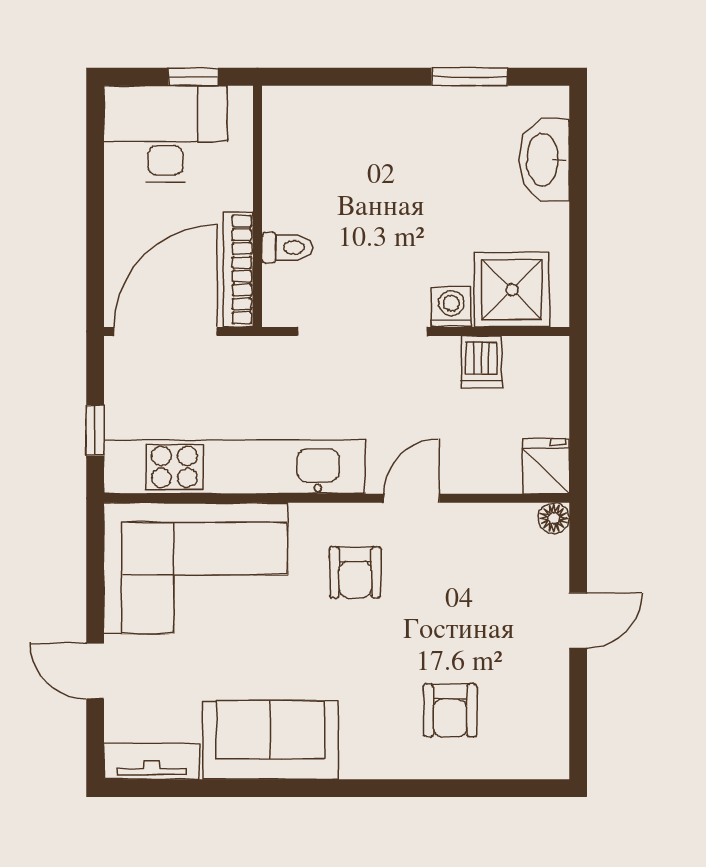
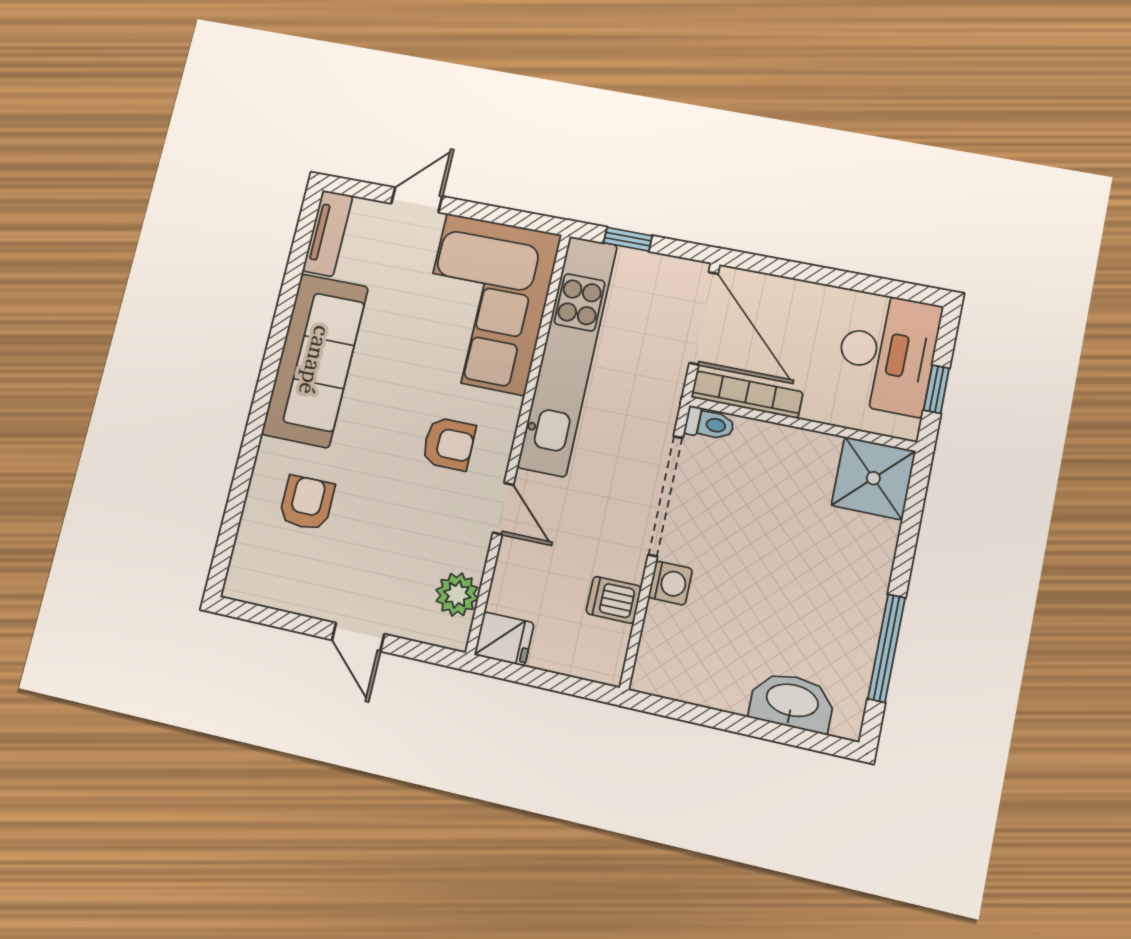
window: (469, 77) -> (887, 648), width x1.44
toilet: (287, 248) -> (709, 424), moved, turned -90
shower: (512, 290) -> (873, 478), moved
floor lamp: (554, 518) -> (455, 635), removed
plant: (511, 526) -> (457, 594), added
armchair: (355, 572) -> (449, 444), turned 180
armchair: (450, 710) -> (307, 503), turned 90
sofa: (270, 740) -> (315, 360), width x1.36

